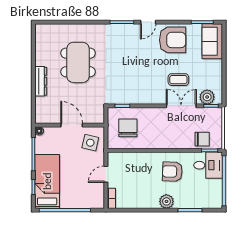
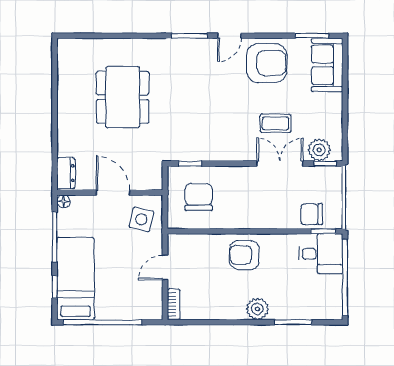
dresser: (41, 81) -> (66, 173), moved, width x0.70
chair: (202, 139) -> (312, 214), turned 180
armchair: (172, 172) -> (244, 255), moved

